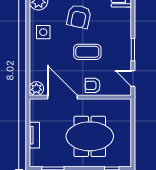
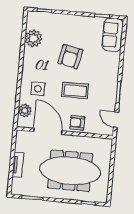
side table: (43, 32) -> (38, 89), moved
plant: (36, 89) -> (25, 110), moved
meeting table: (90, 136) -> (70, 171), width x1.36

